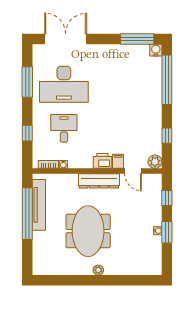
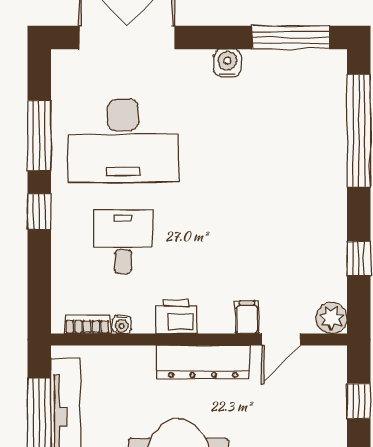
water cooler: (156, 50) -> (227, 63), moved
window: (27, 133) -> (39, 212), moved
printer: (102, 161) -> (176, 316), moved
door: (133, 171) -> (281, 339), hinge flipped

